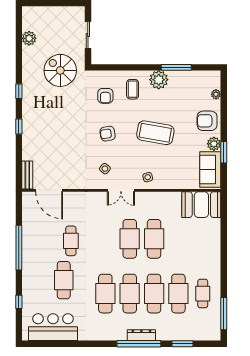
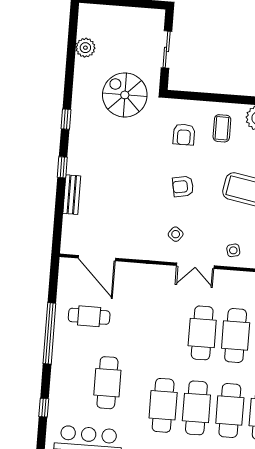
bench: (27, 175) -> (72, 195), moved
cafe table: (71, 241) -> (89, 316), moved, turned 90

